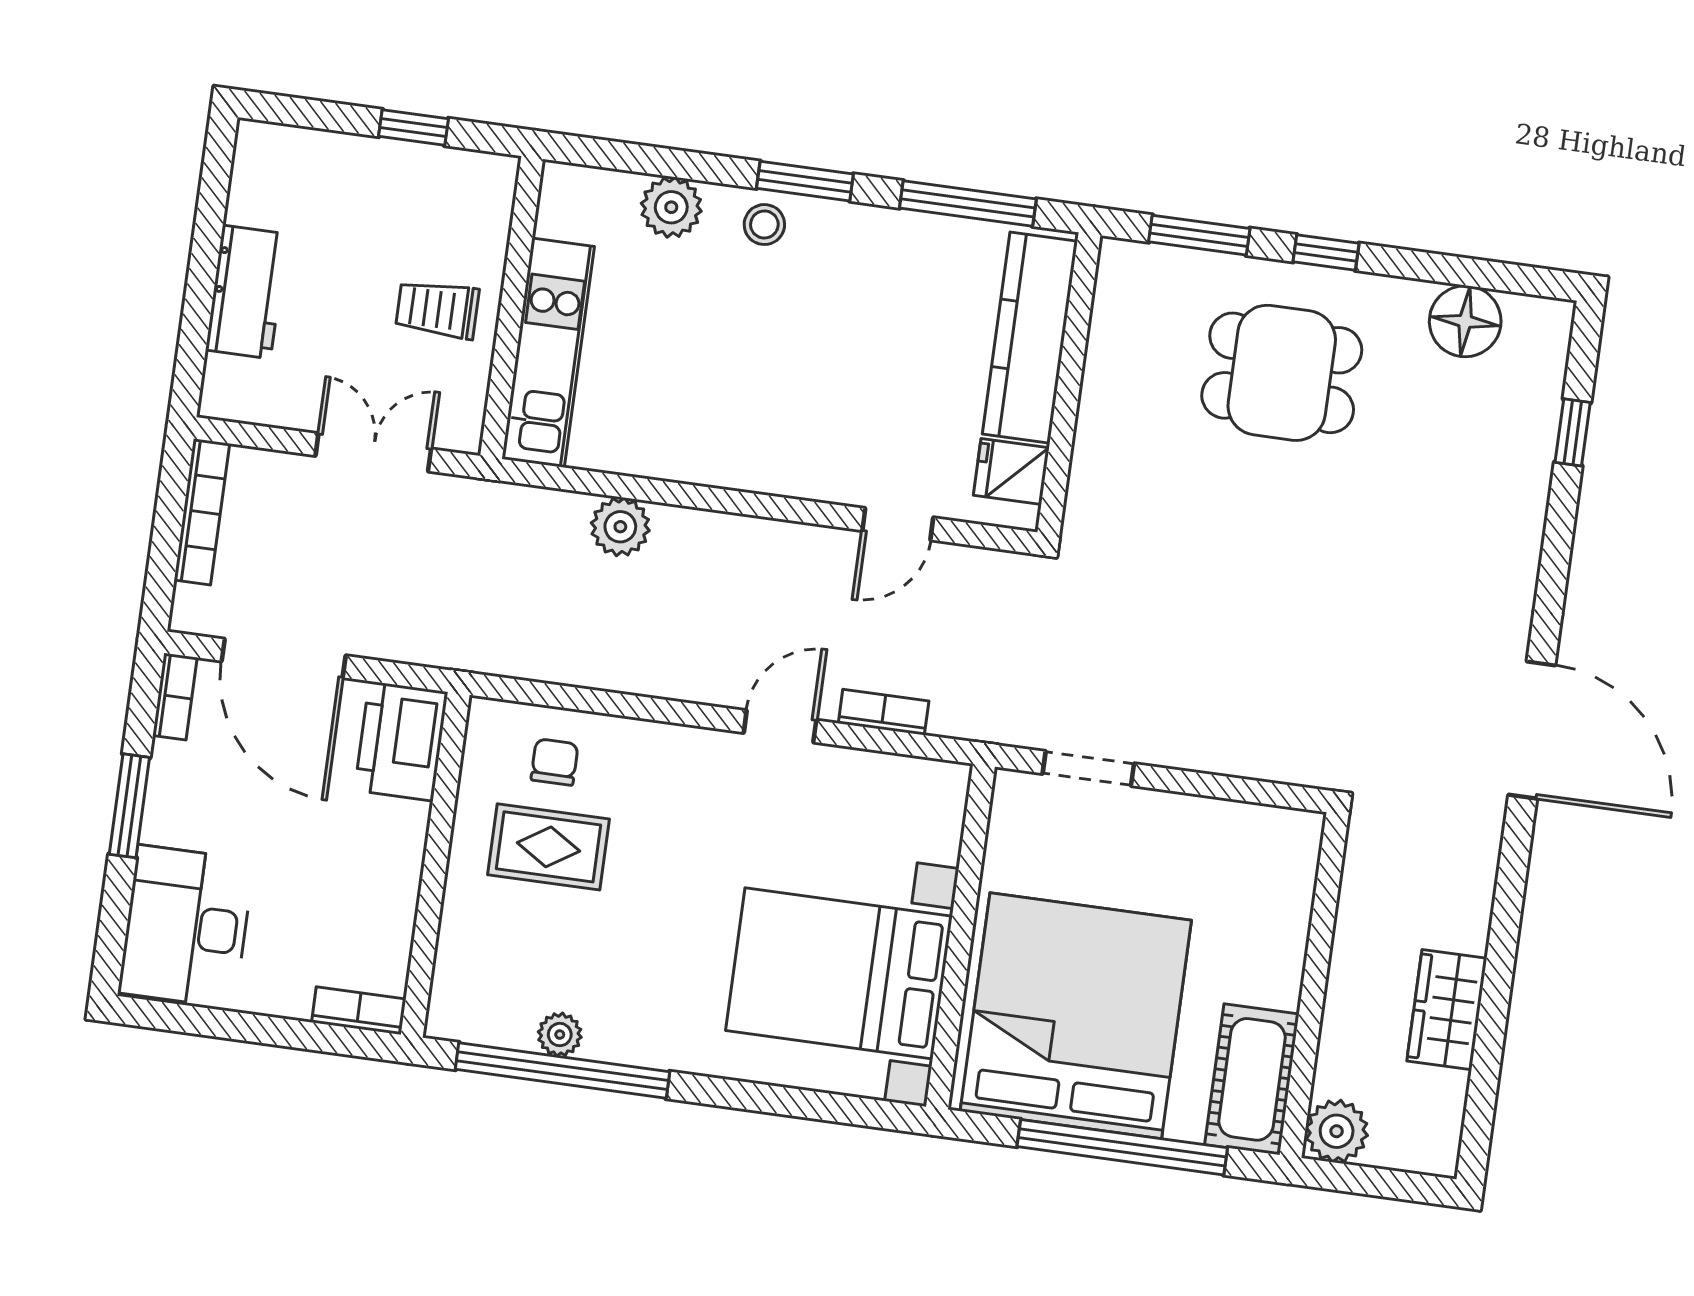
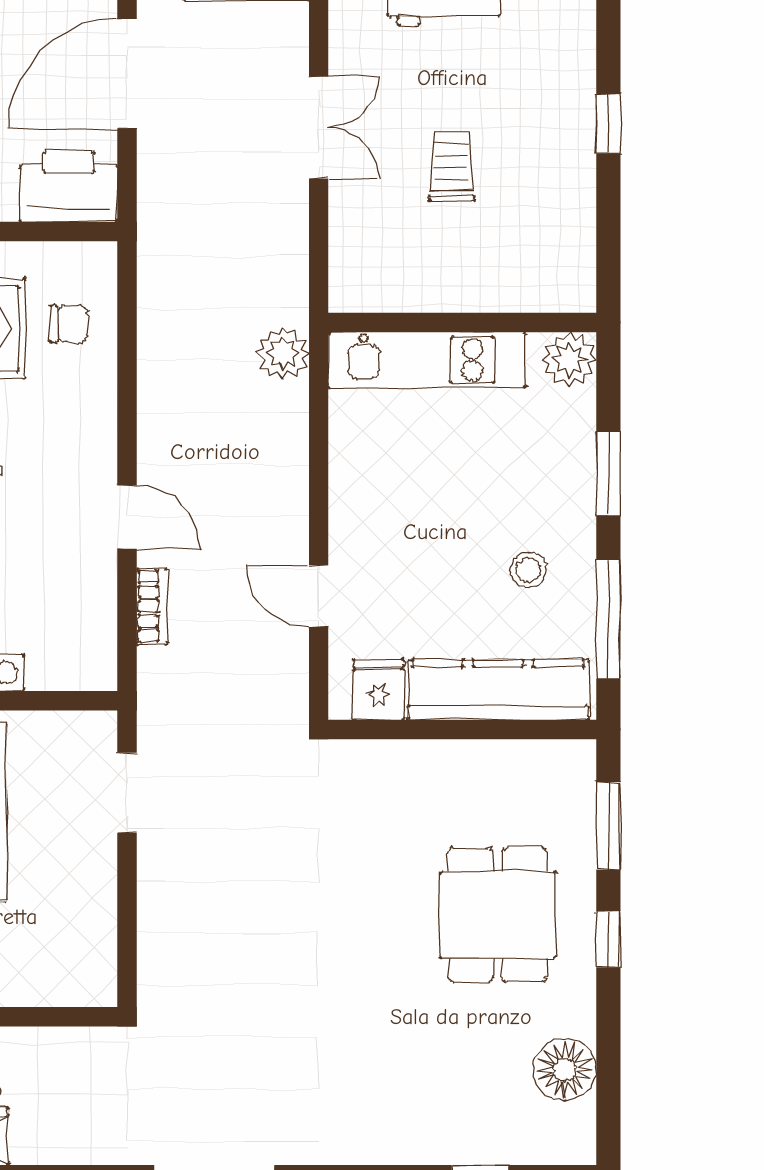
stool: (764, 225) -> (529, 570), moved
wall: (512, 307) -> (462, 322), moved
kitchen unit: (548, 353) -> (427, 360), moved

